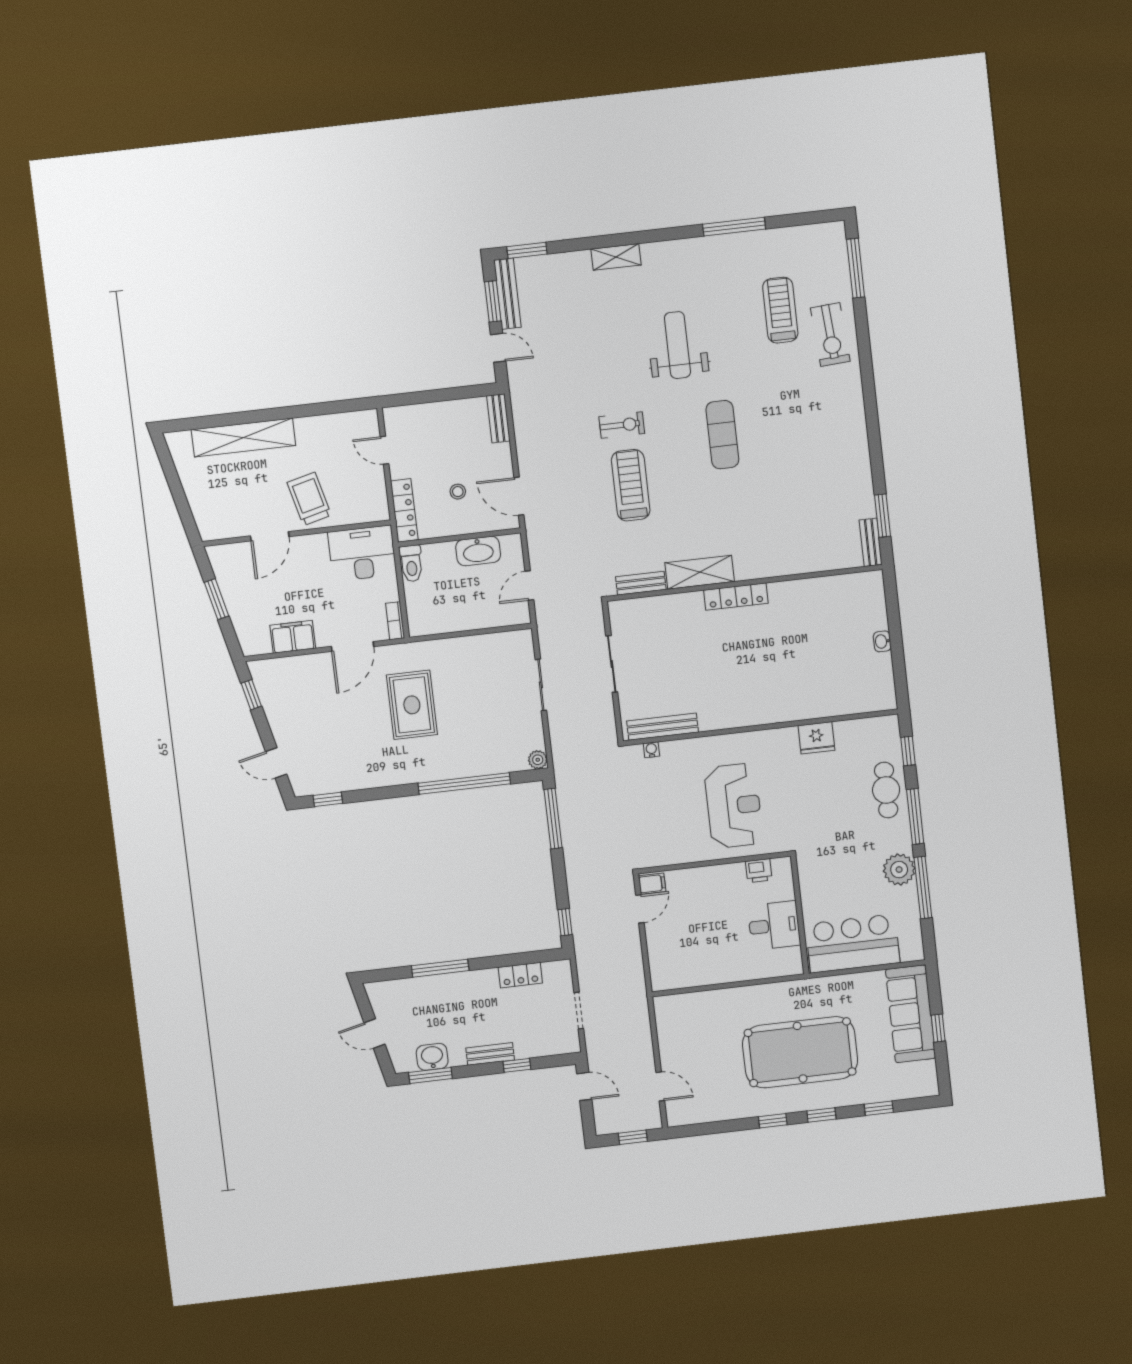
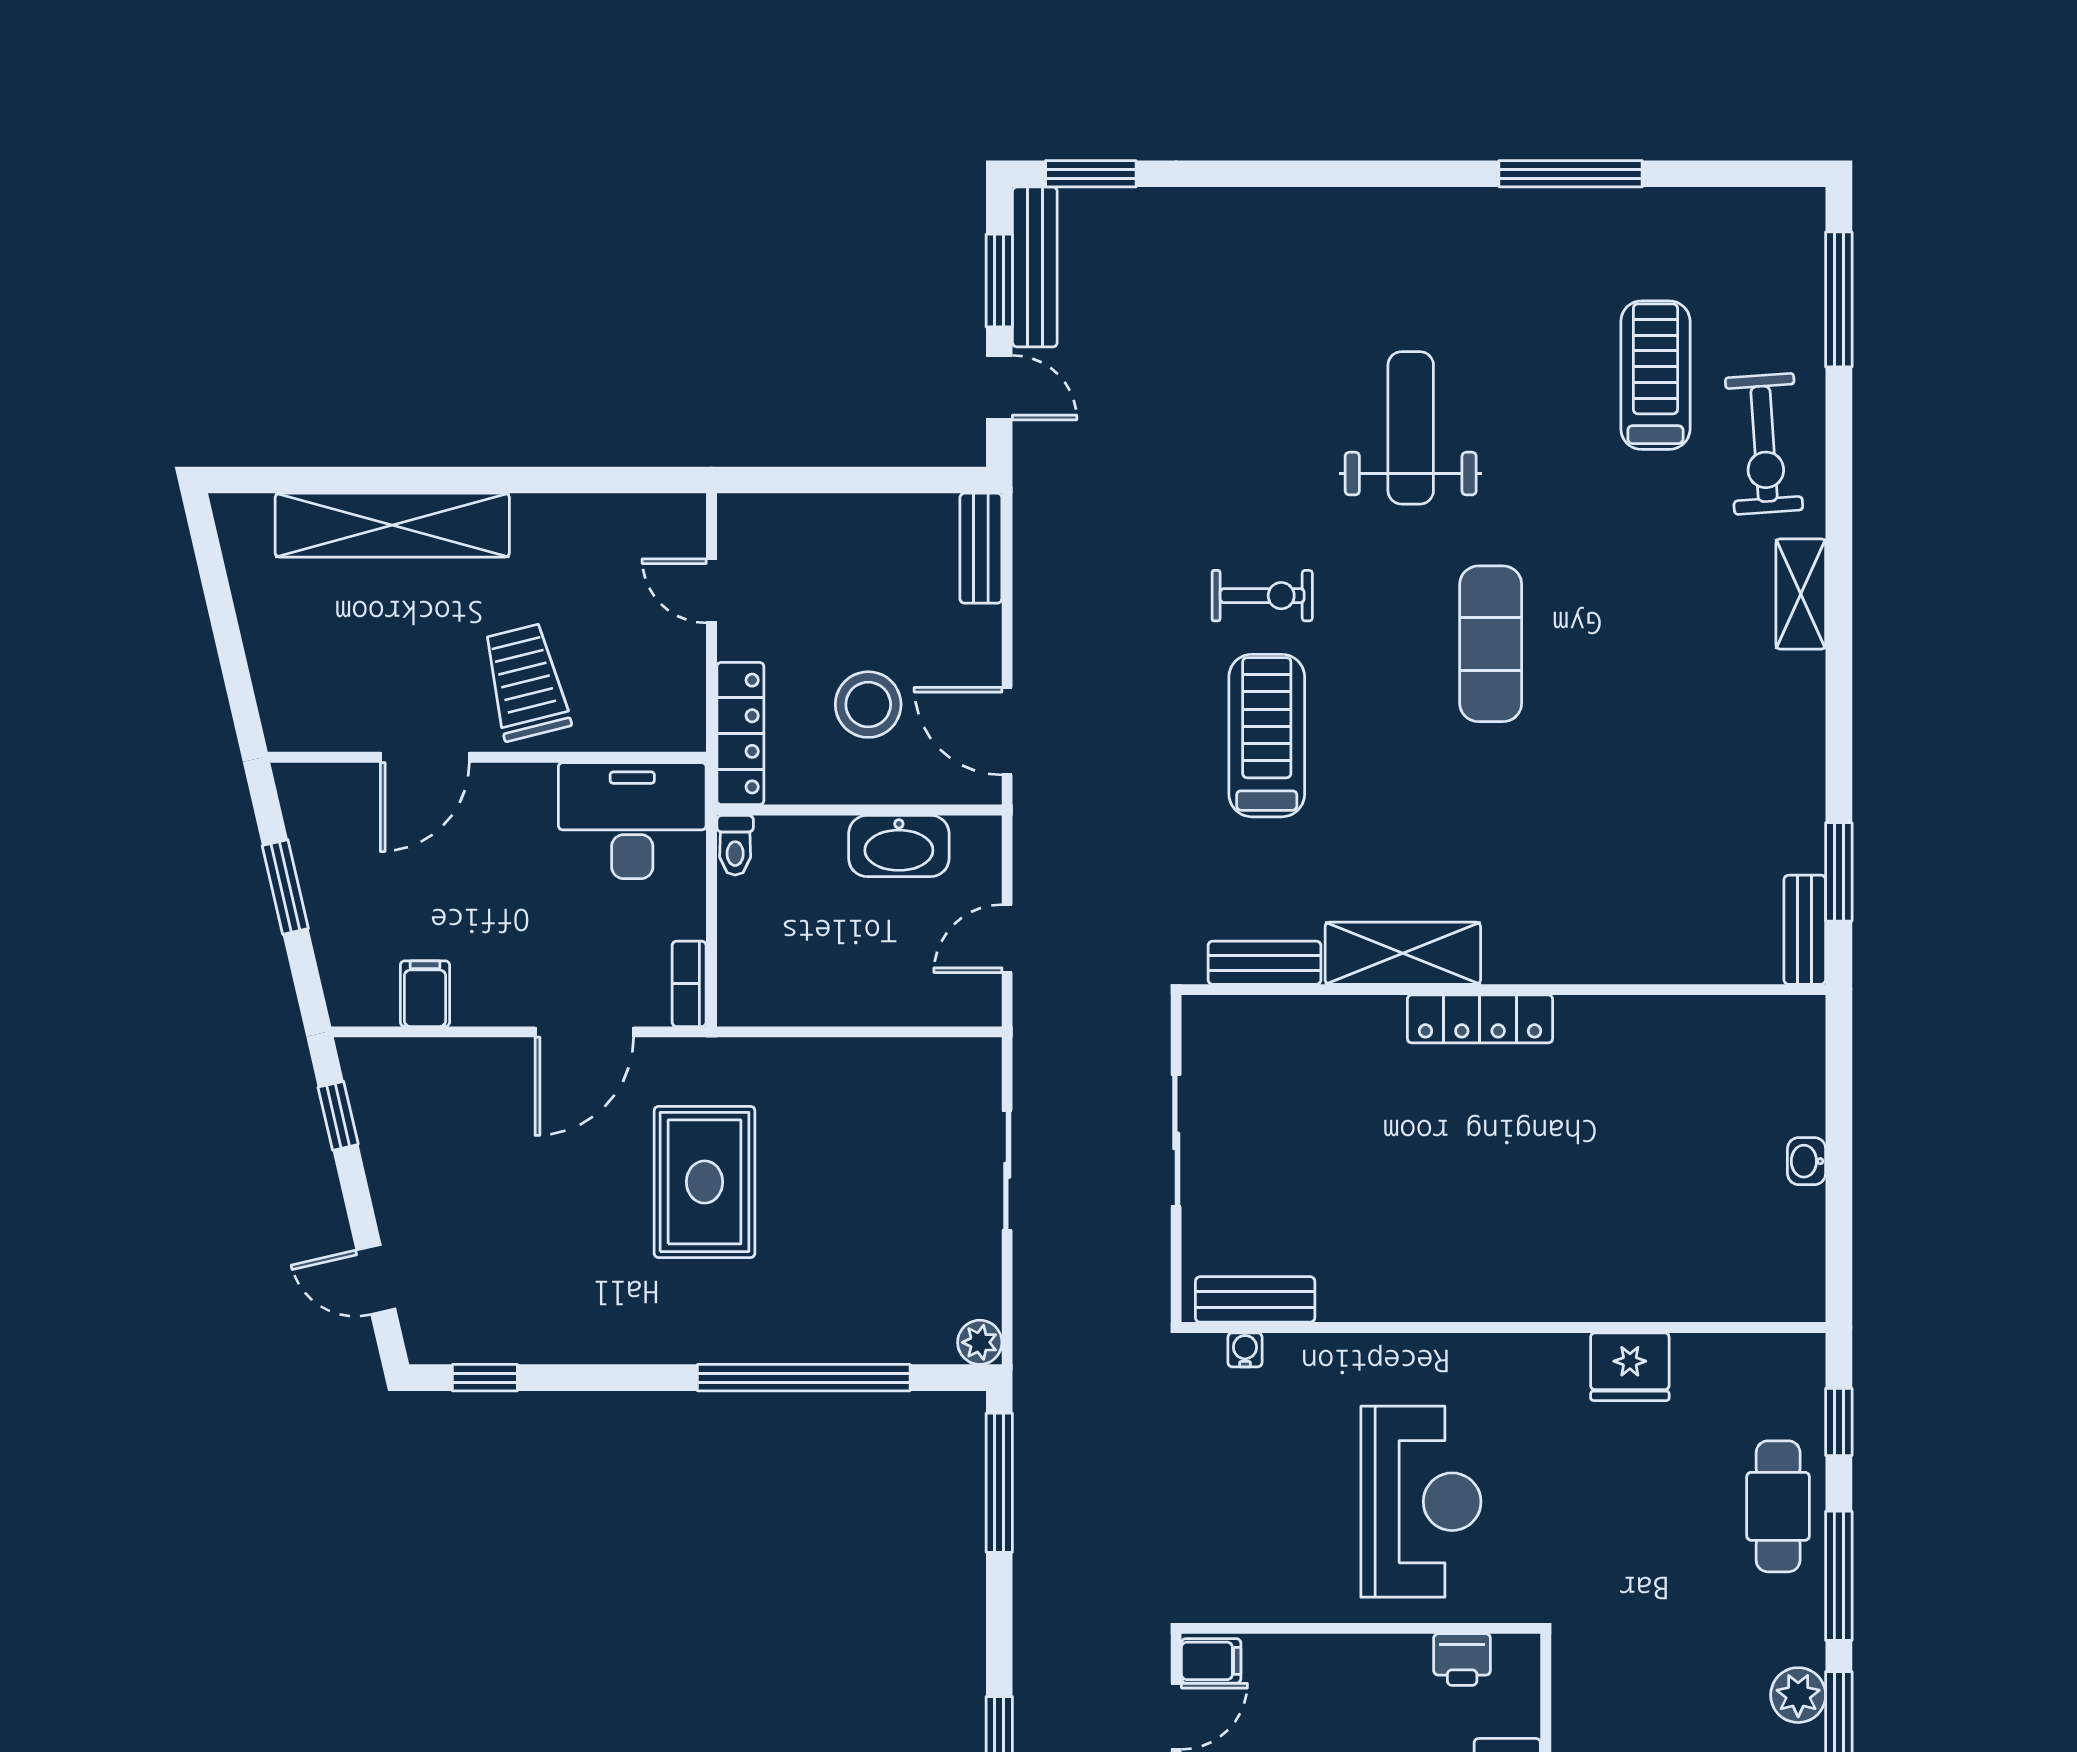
shelving: (616, 257) -> (1801, 594), moved, turned 90
stool: (458, 492) -> (868, 705), width x1.89, depth x1.89
toilet: (411, 563) -> (735, 845), width x0.73, depth x0.72
filing cabinet: (293, 637) -> (425, 994), width x0.50
bench: (663, 727) -> (1255, 1299), width x0.73
plant: (899, 870) -> (1798, 1695), width x0.73, depth x0.73

